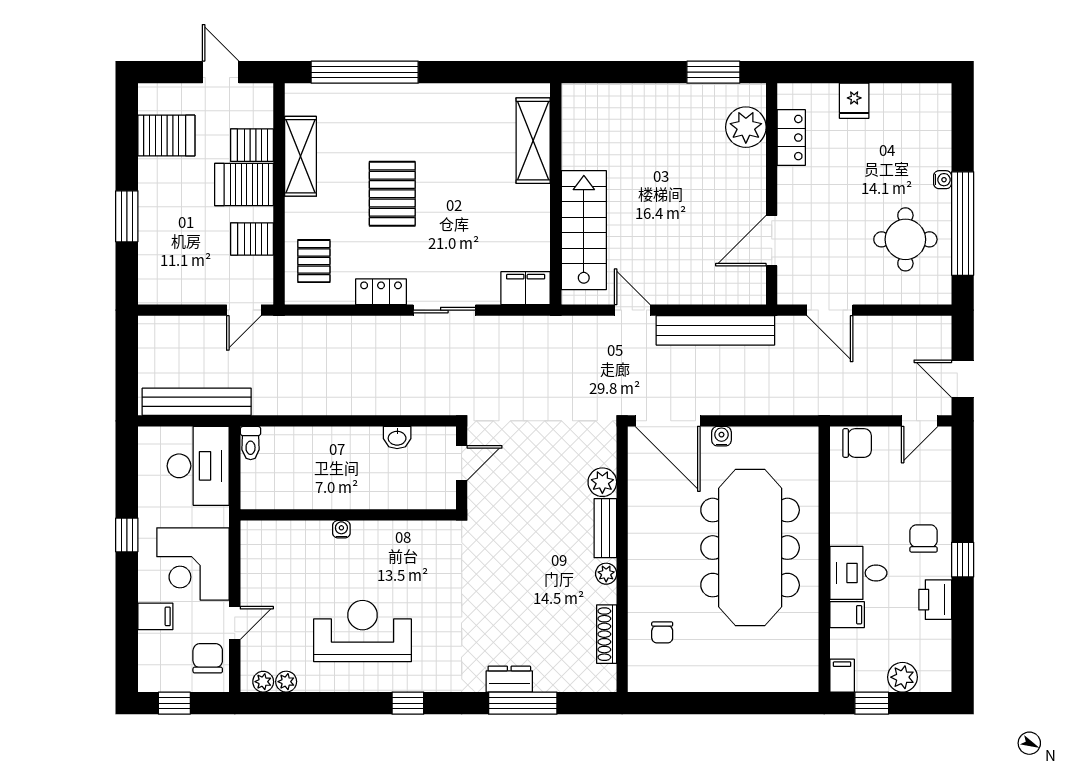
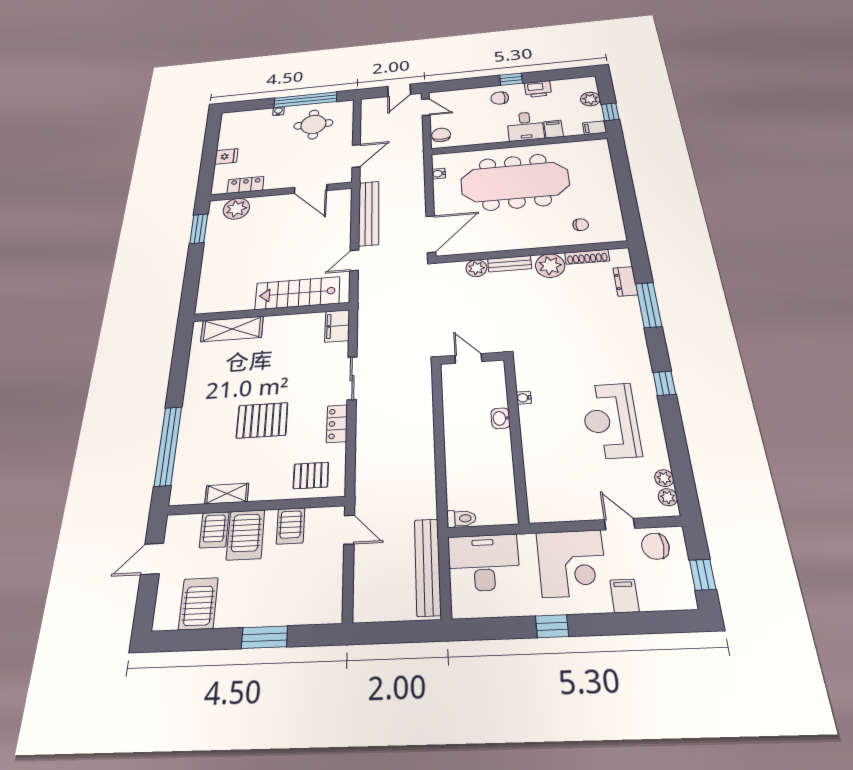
shelving: (300, 156) -> (227, 494), width x0.67, depth x0.75
water cooler: (721, 436) -> (439, 174), moved
washbasin: (397, 438) -> (501, 418), moved, turned 180
water cooler: (341, 529) -> (524, 398), moved
plant: (606, 574) -> (550, 266), width x1.88, depth x1.88
dresser: (509, 679) -> (625, 281), moved

